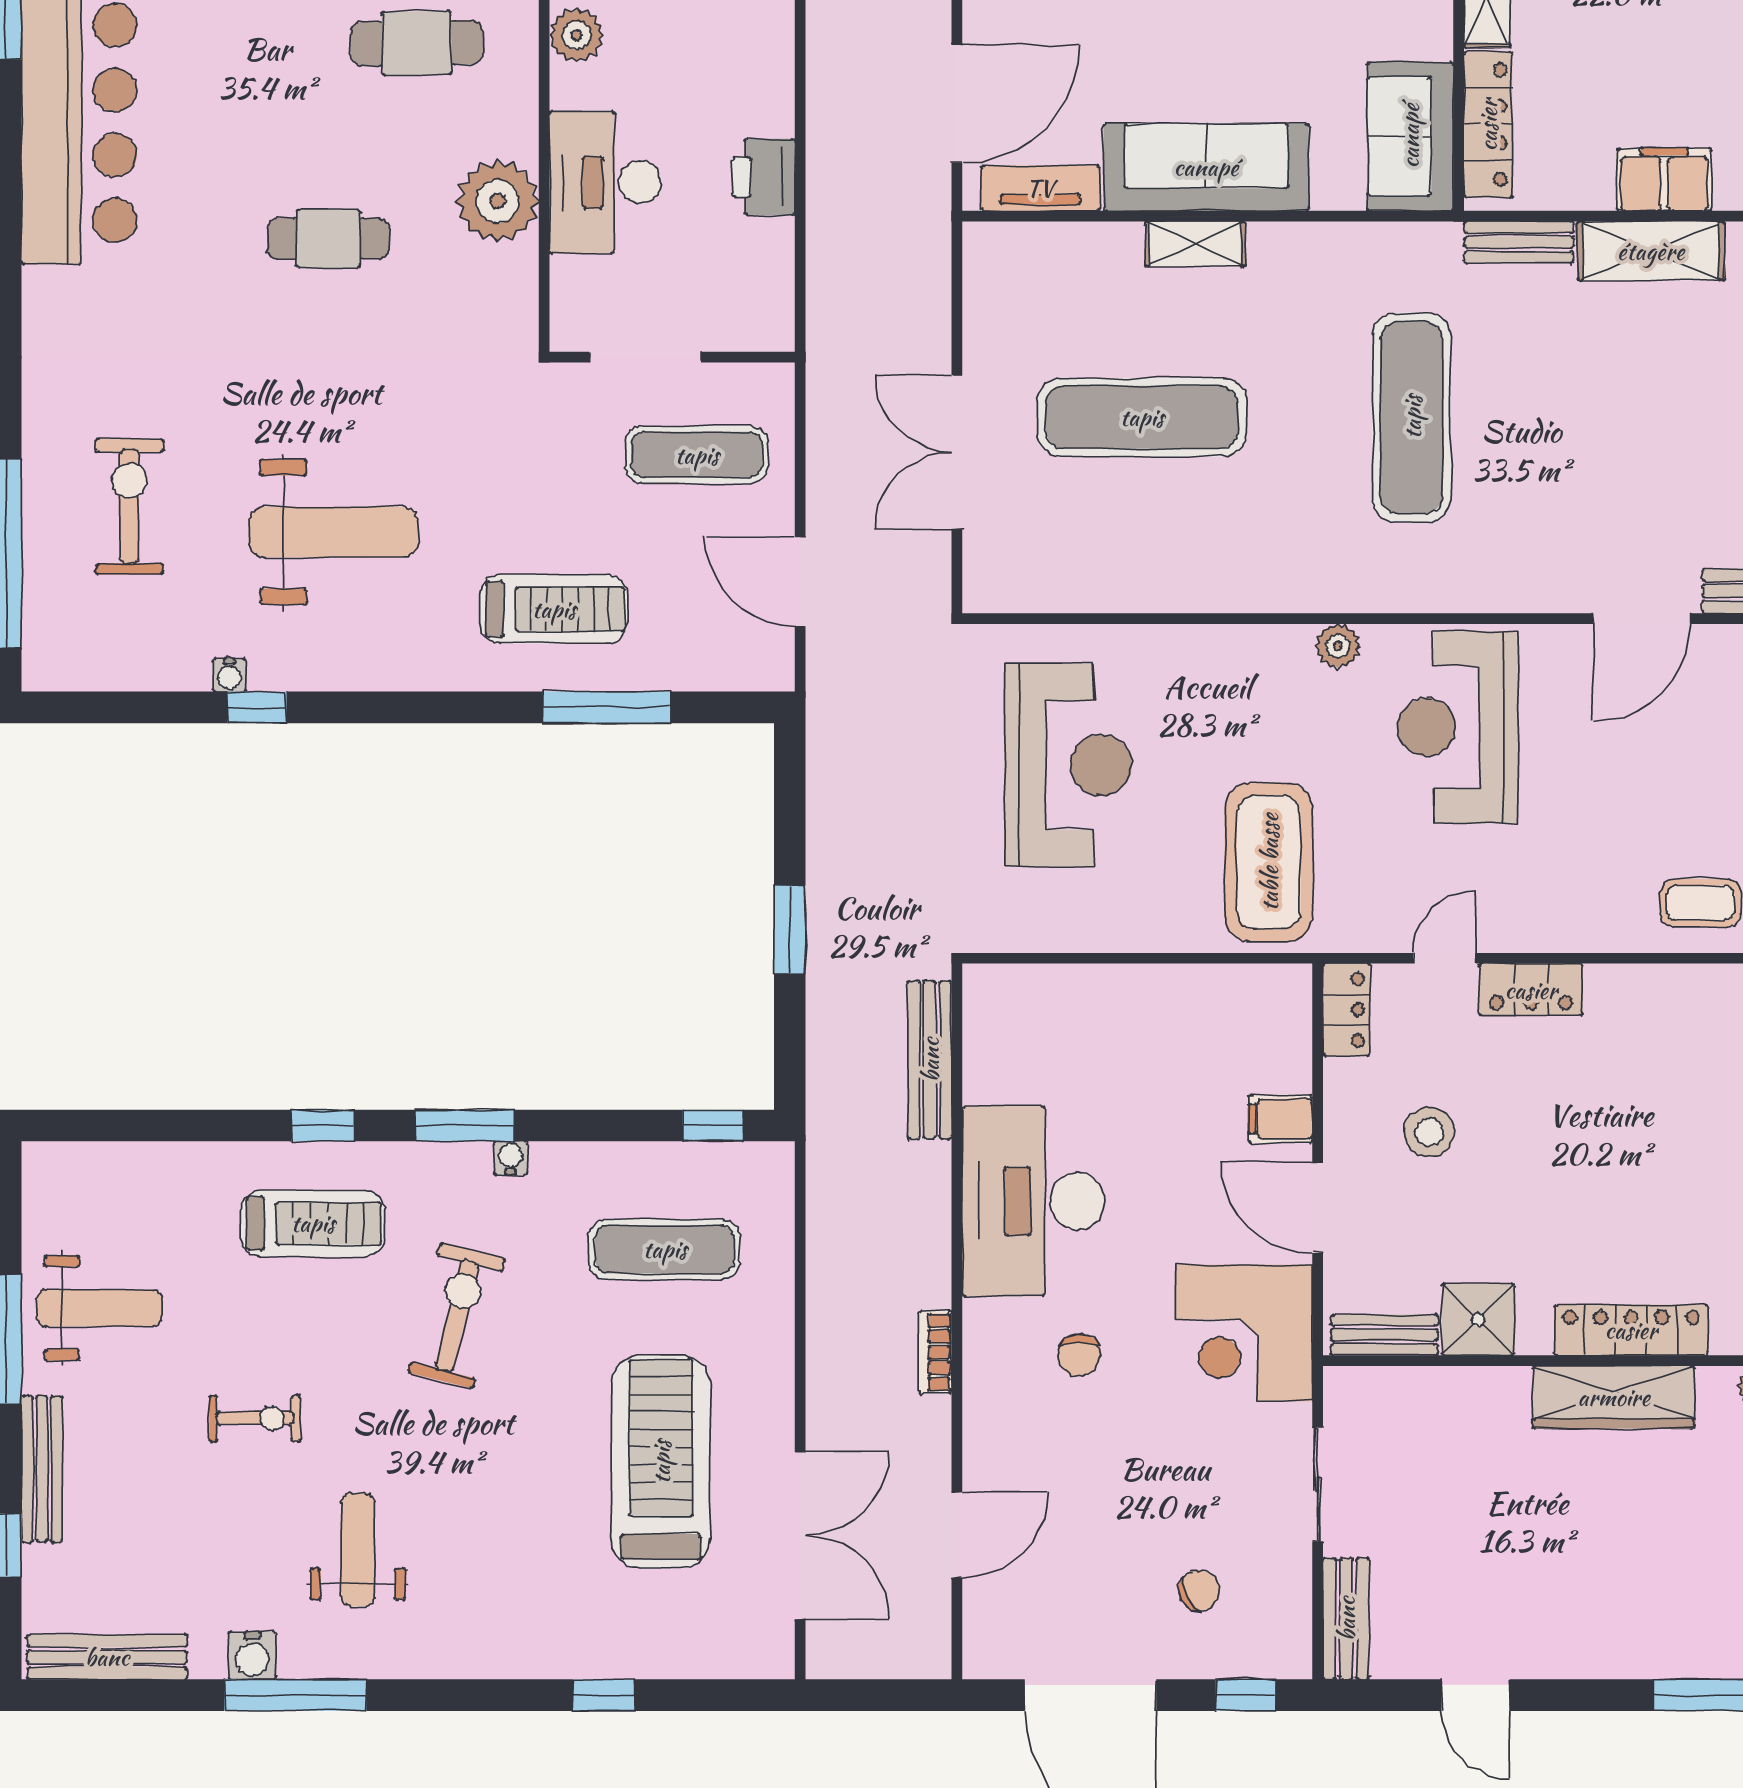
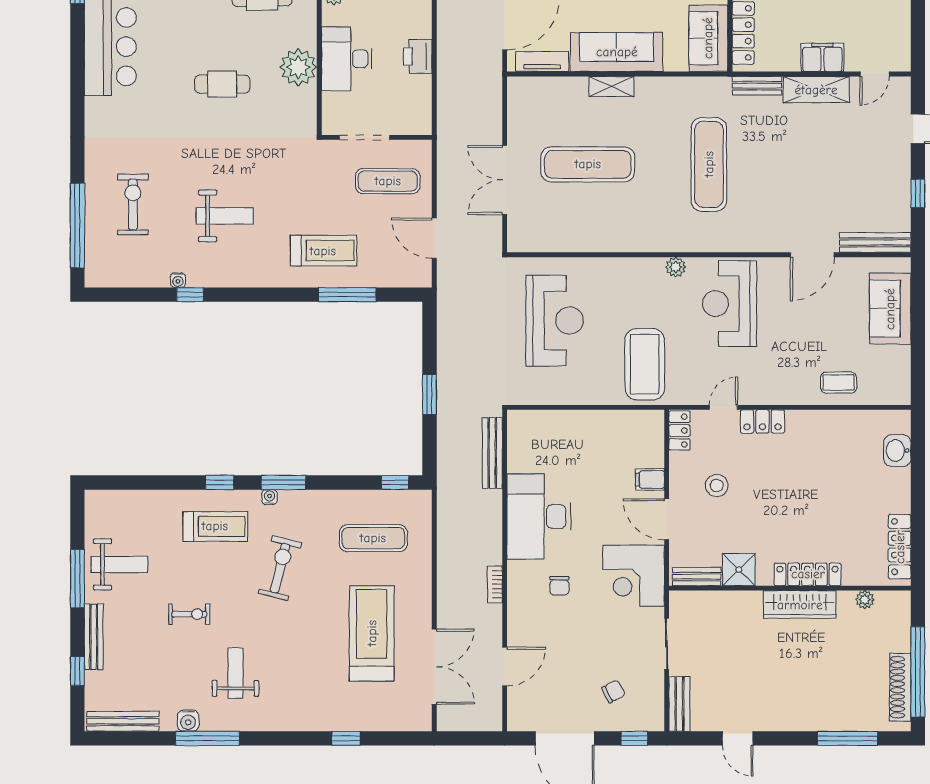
weight bench: (334, 532) -> (225, 216), width x0.73, depth x0.75
water cooler: (511, 1158) -> (270, 497), moved

